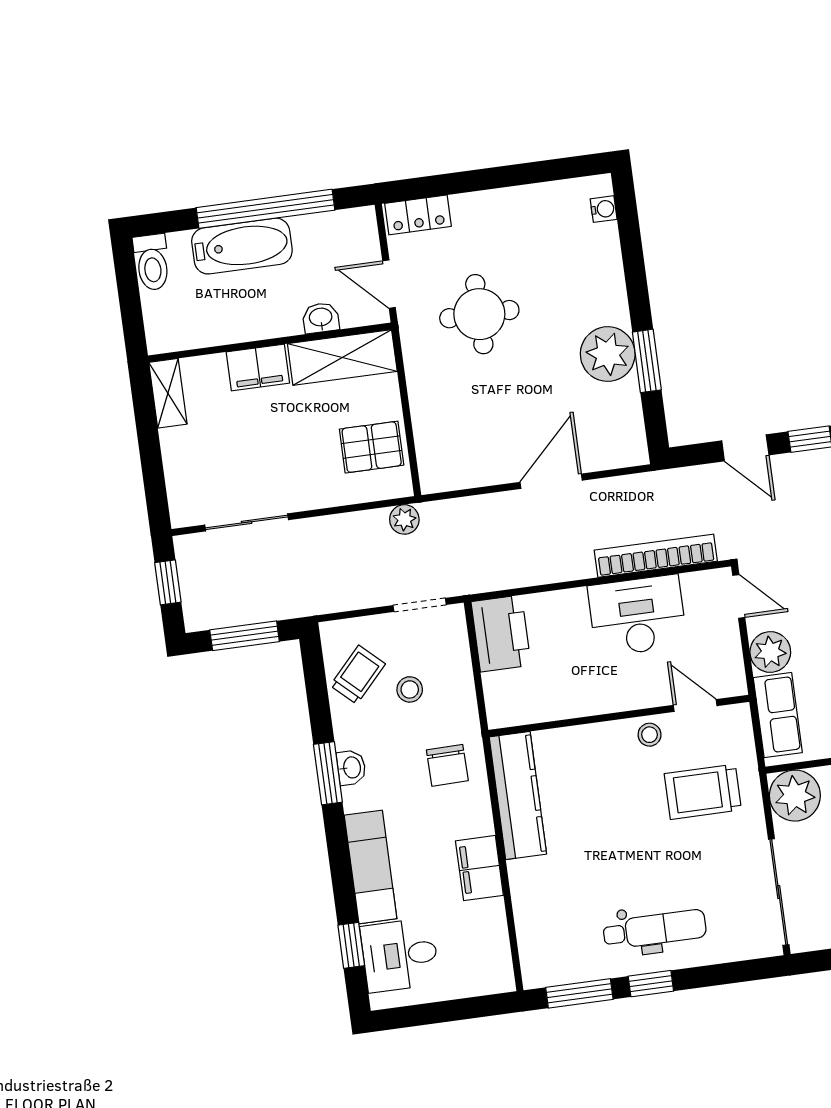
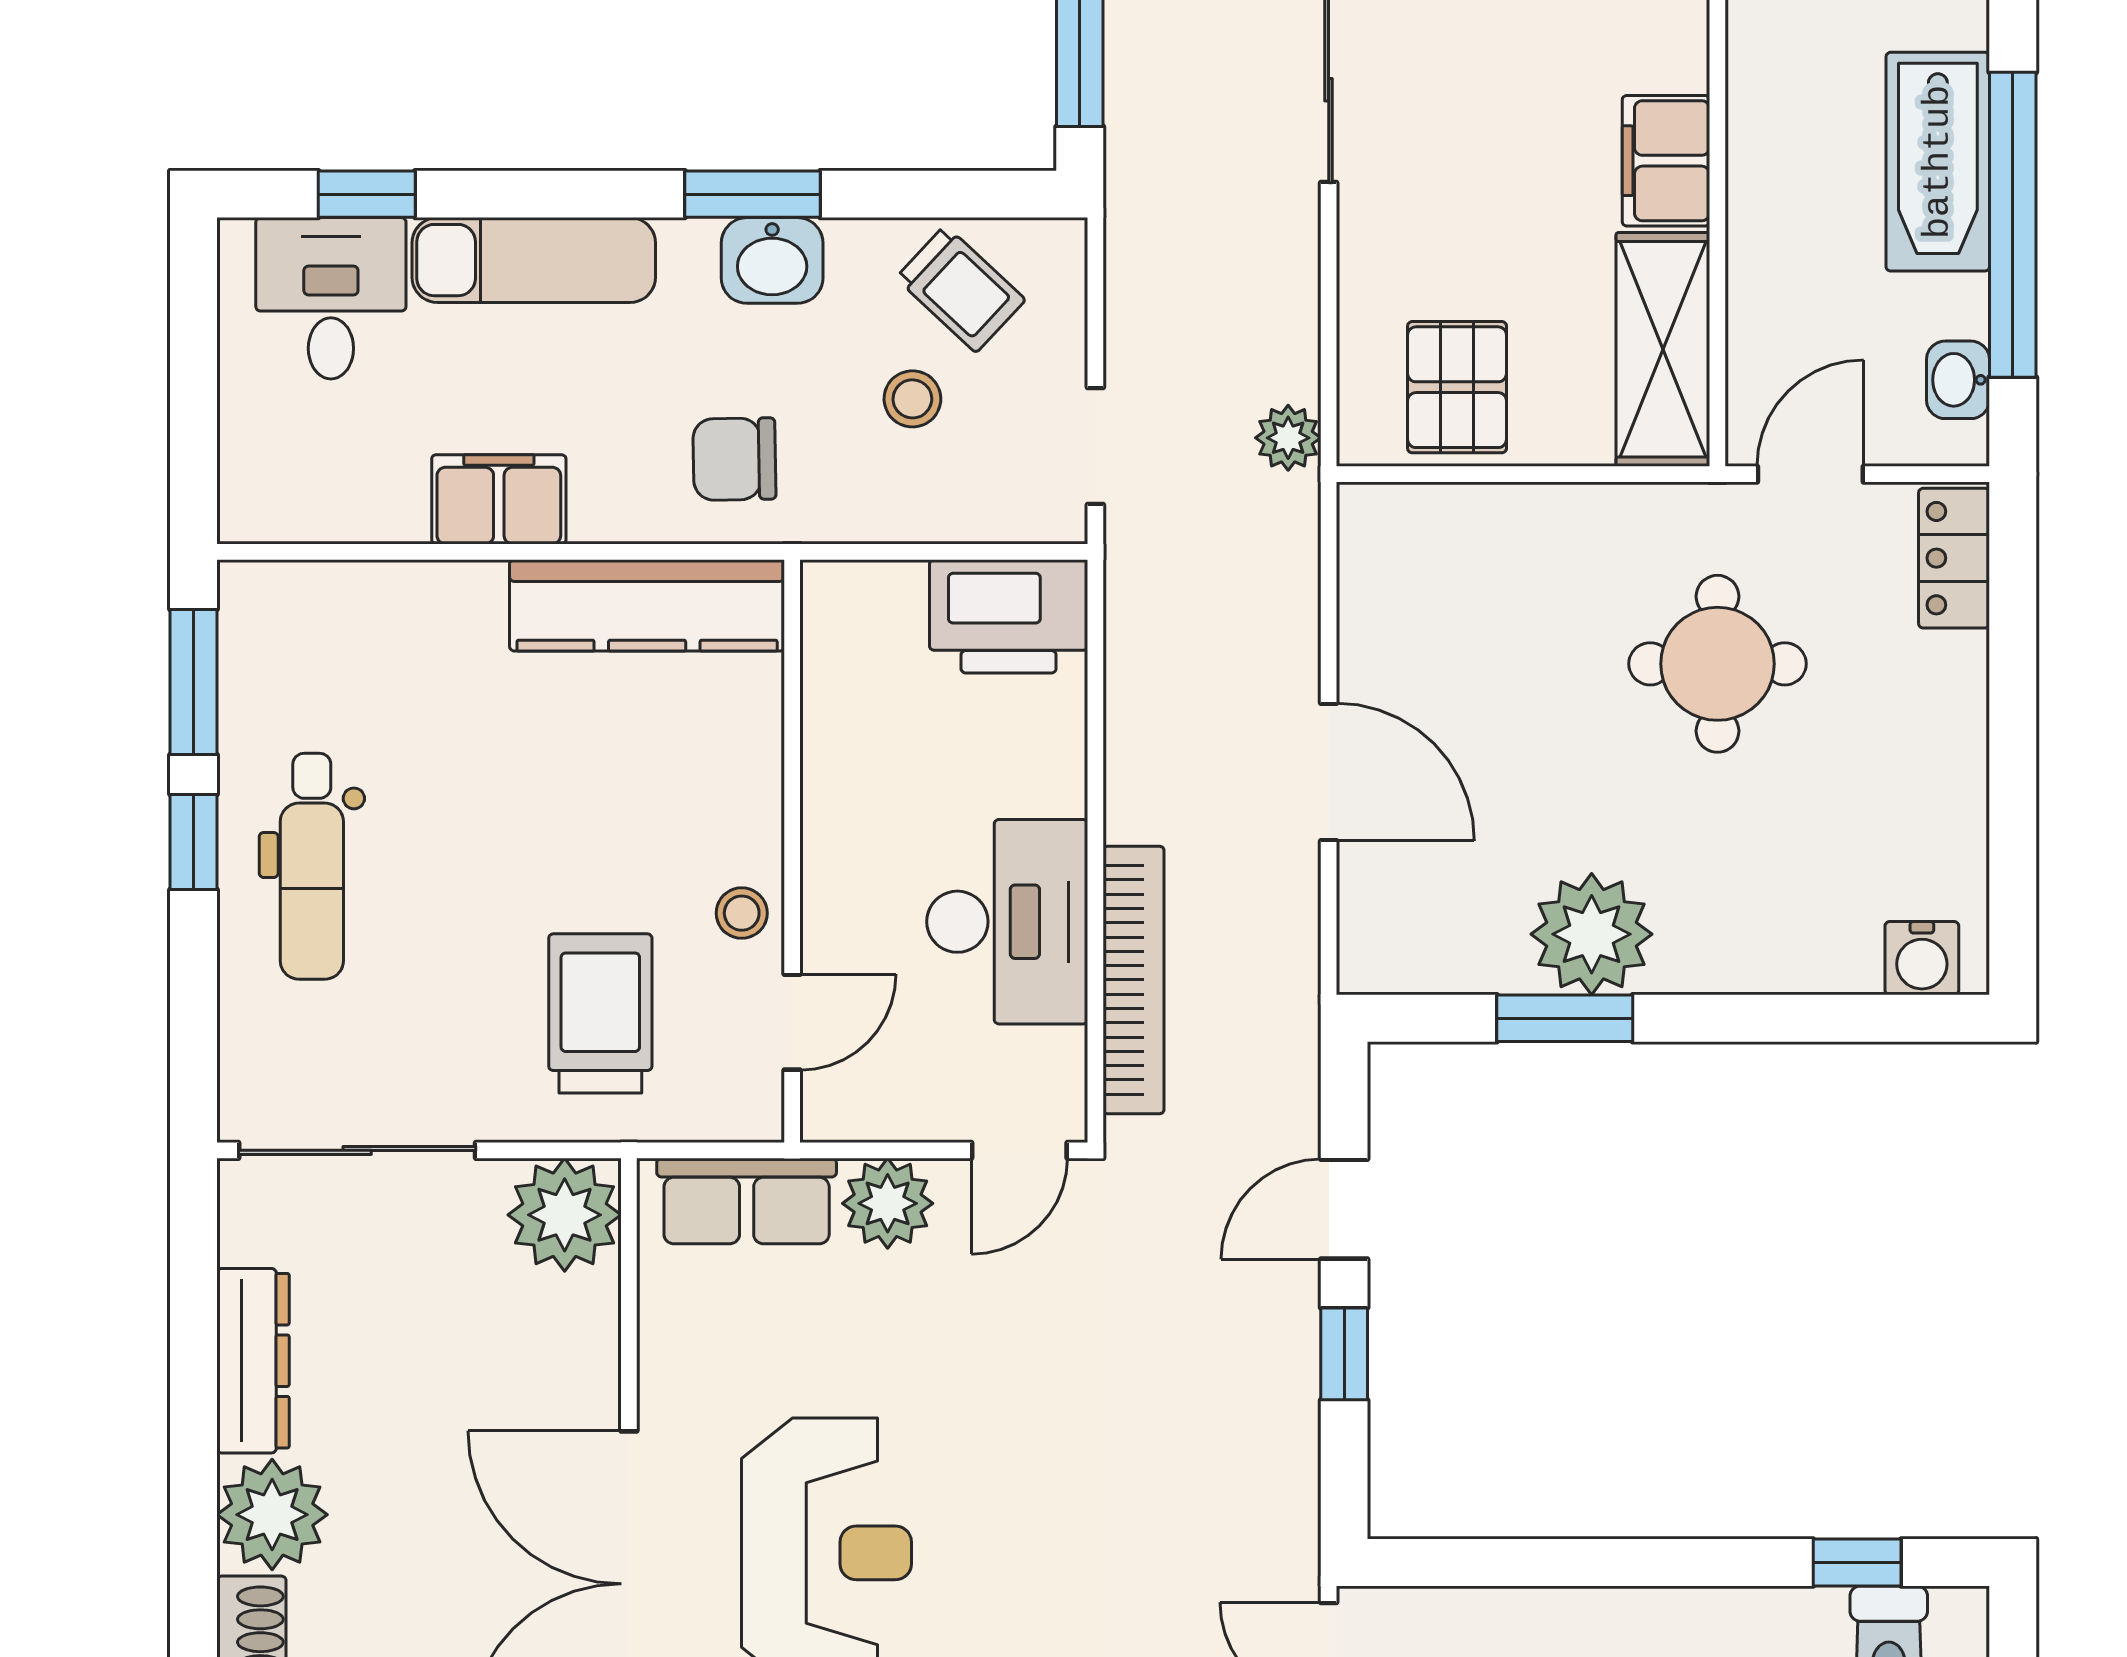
water cooler: (604, 209) -> (1922, 958), width x1.38, depth x1.38
washbasin: (321, 318) -> (1958, 380), moved, turned 180
washbasin: (351, 768) -> (772, 260), width x1.38, depth x1.45

